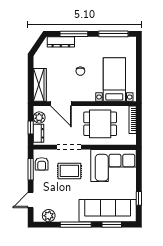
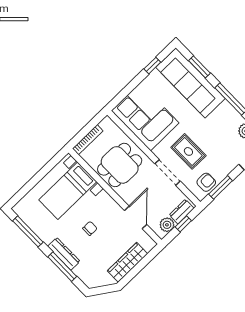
dresser: (61, 42) -> (64, 254), moved
wardrobe: (40, 85) -> (127, 262), moved
dining table: (100, 124) -> (120, 165), turned 90

